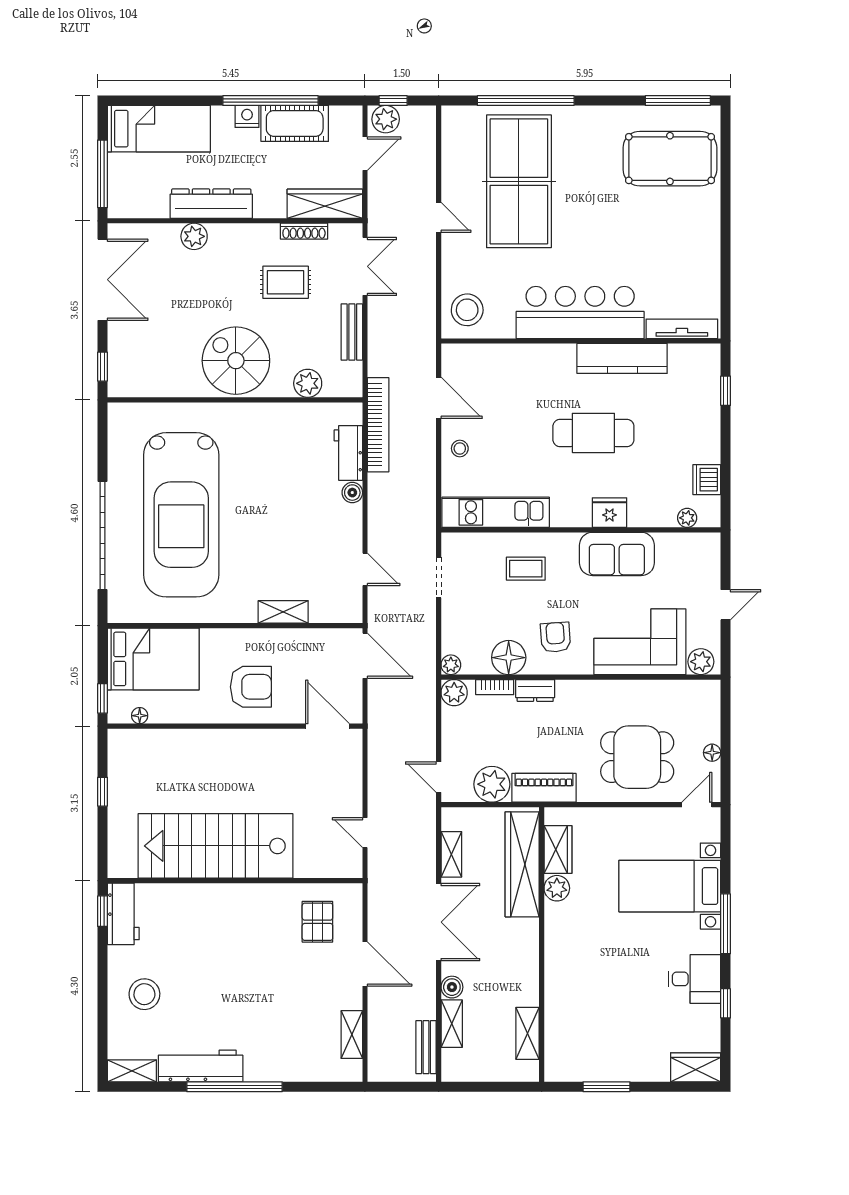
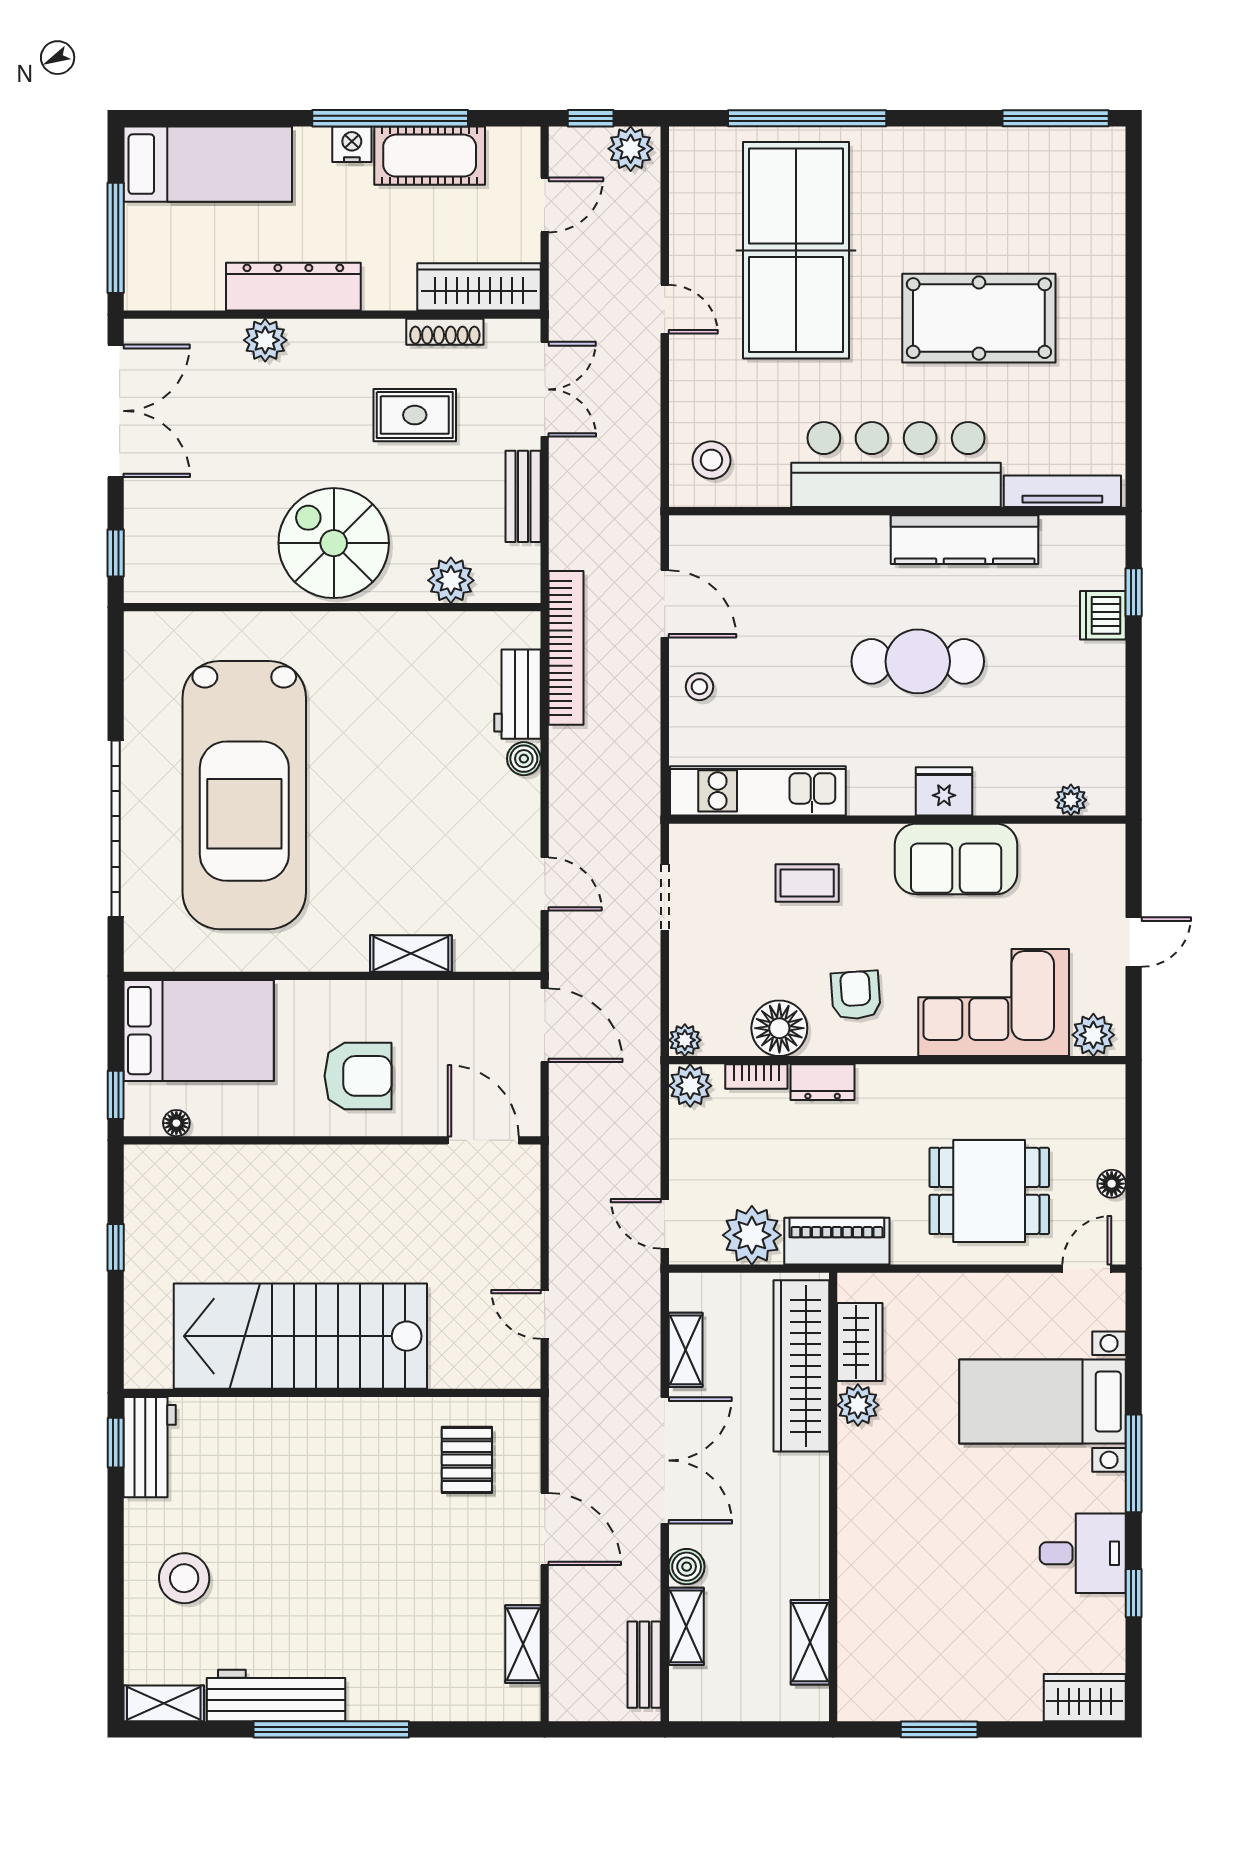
plant: (386, 119) -> (631, 149), moved
pool table: (670, 159) -> (979, 318), moved
stool: (467, 310) -> (711, 460), width x0.73, depth x0.73
dishwasher: (707, 480) -> (1103, 615), moved

